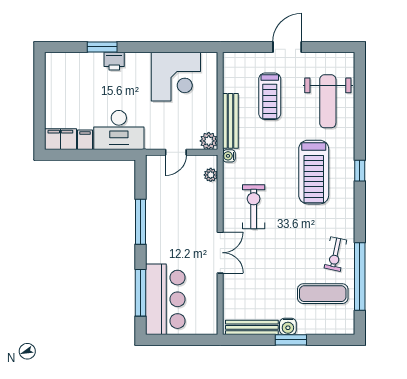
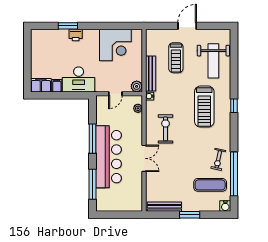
bar counter: (165, 299) -> (109, 157), moved, width x1.36
water cooler: (288, 326) -> (225, 206), moved

